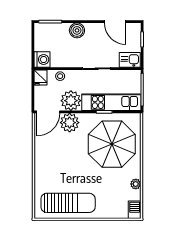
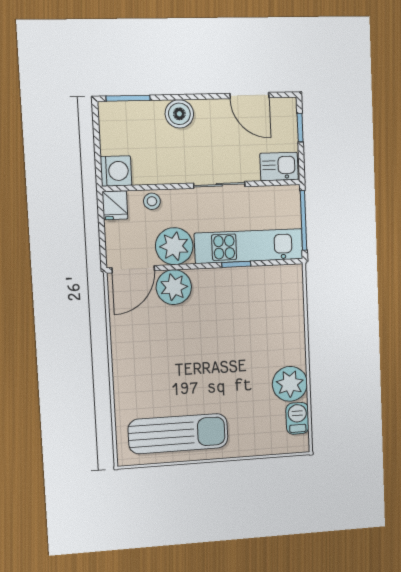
parasol: (112, 144) -> (253, 322), removed
plant: (136, 184) -> (290, 384), width x1.88, depth x1.88
barbecue: (135, 210) -> (297, 418), moved

